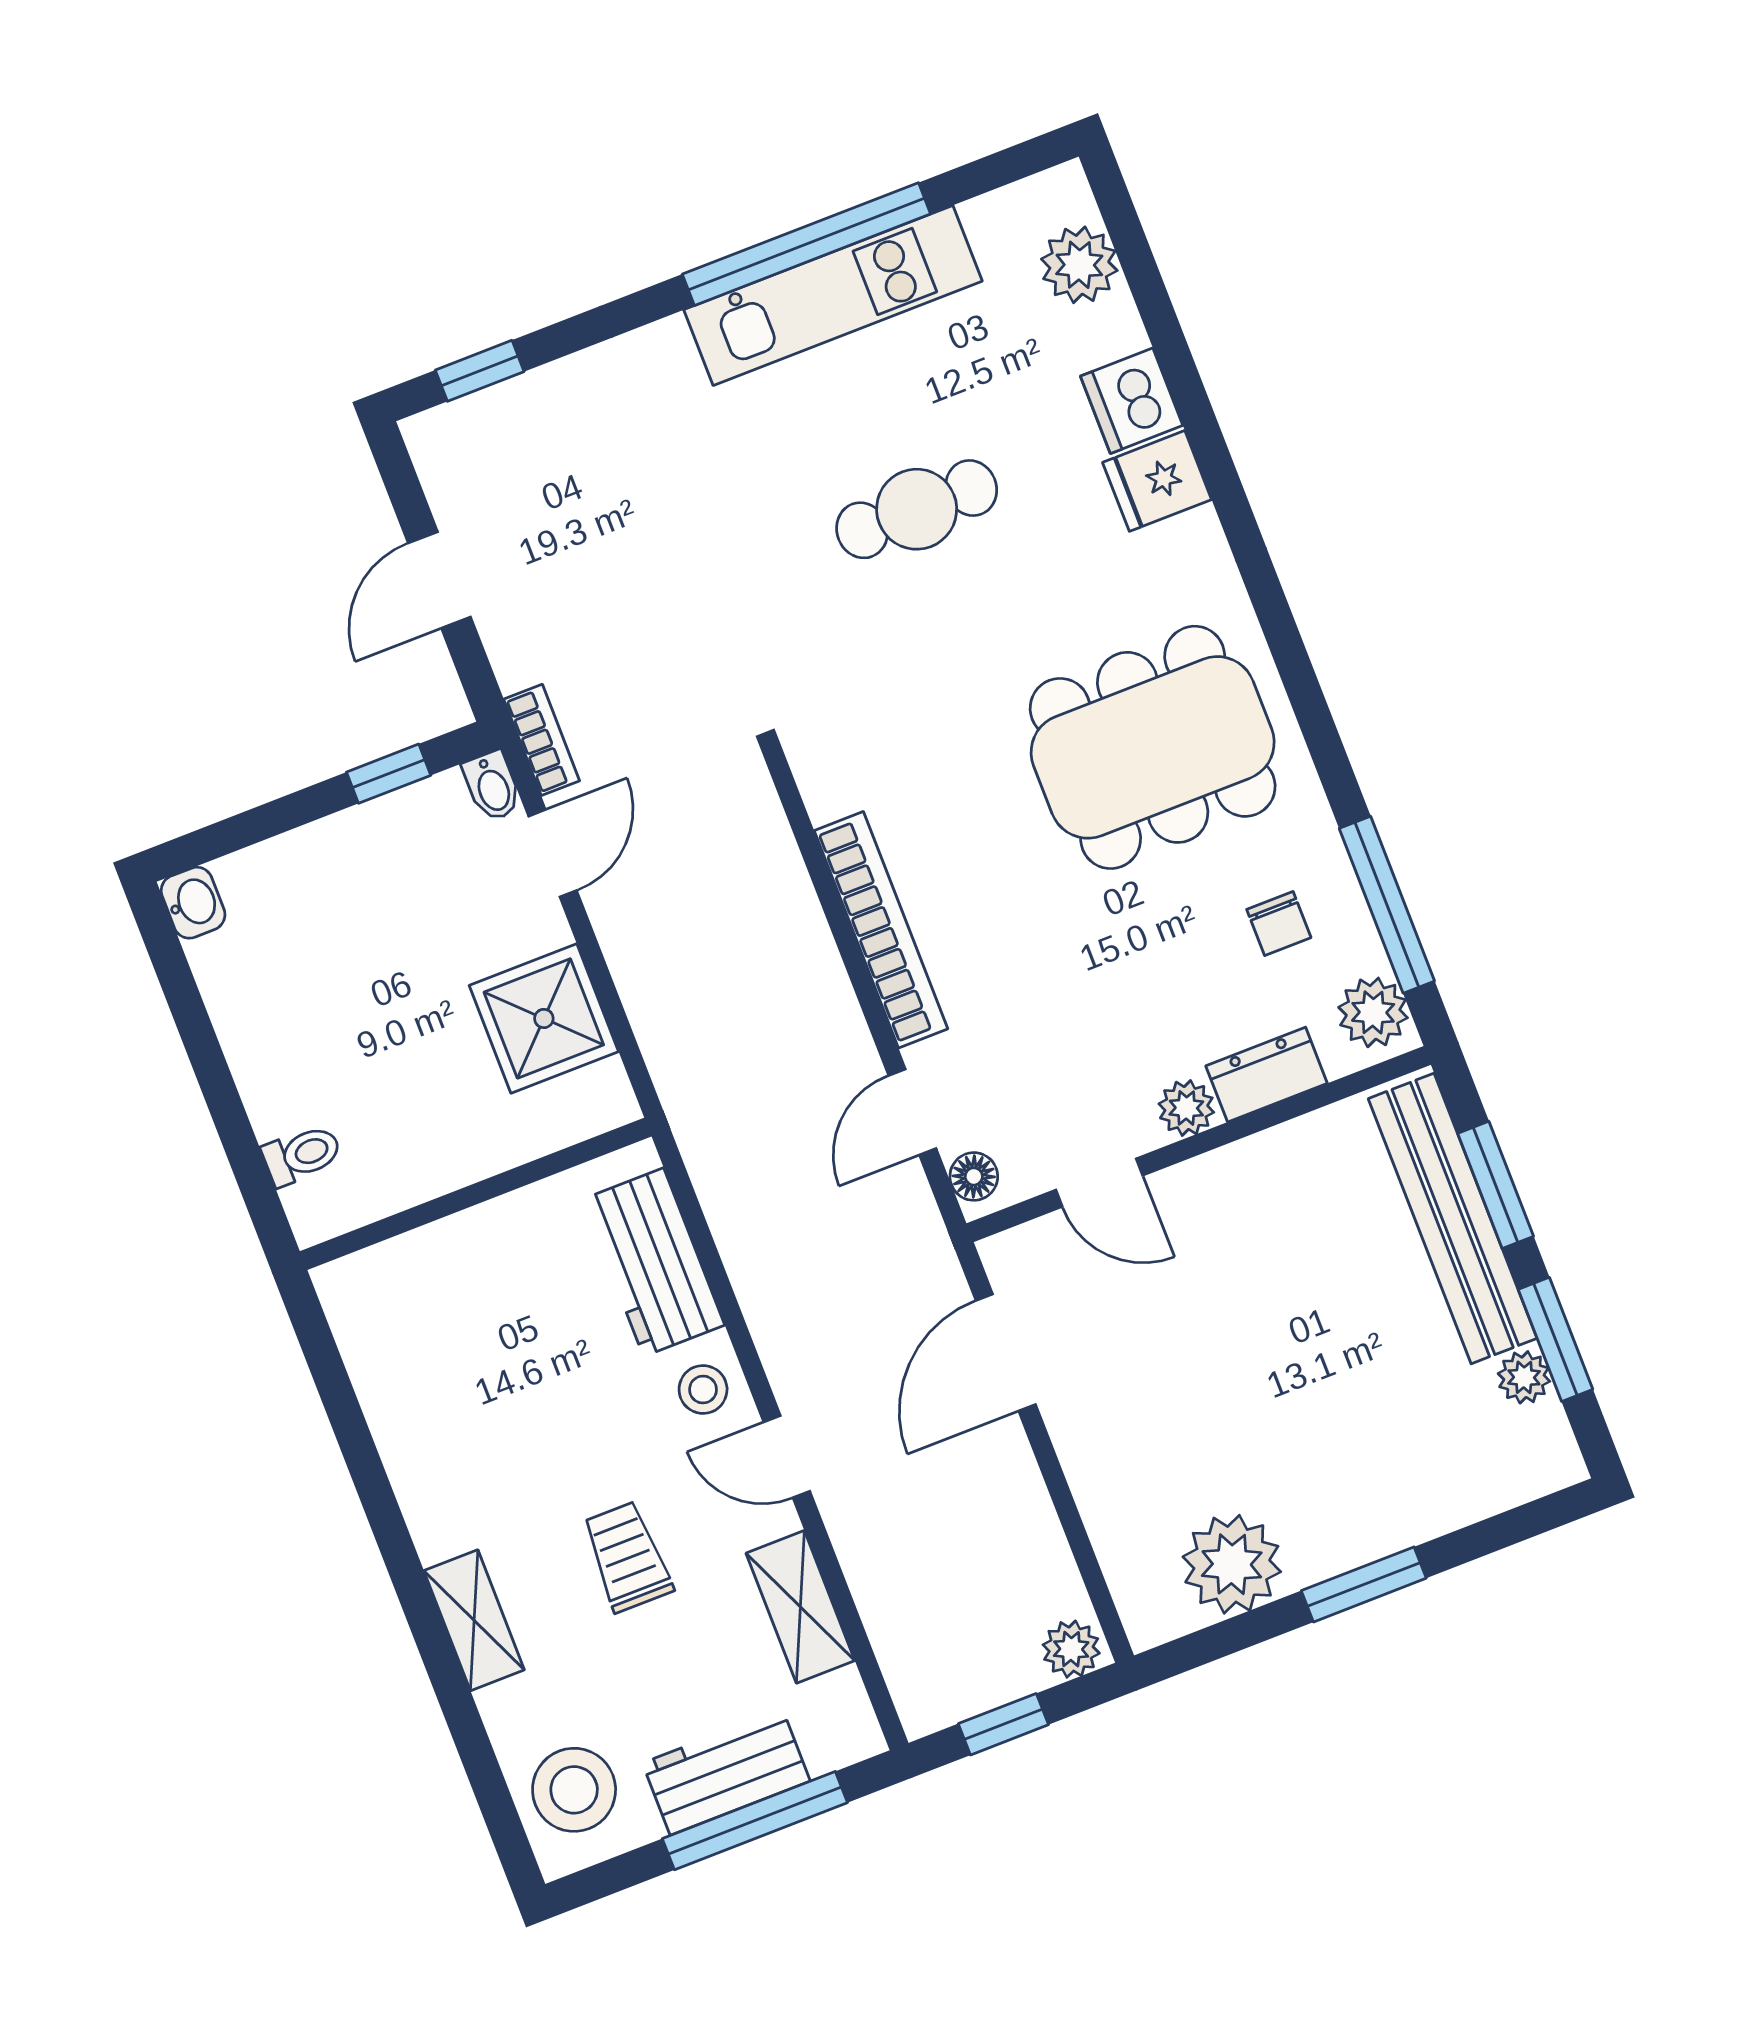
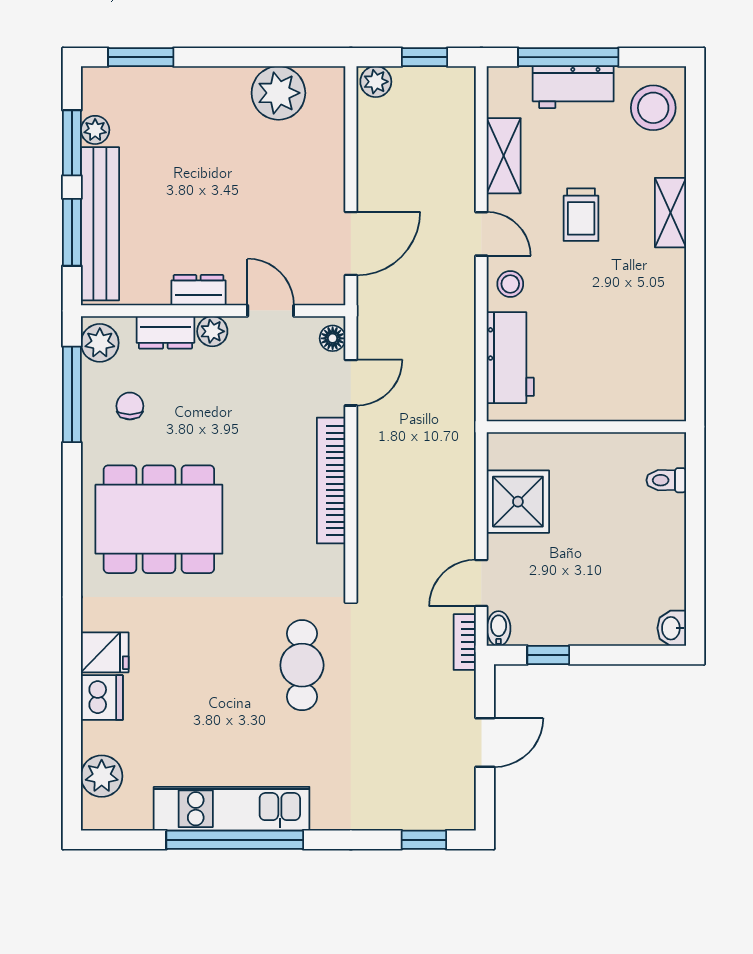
cafe table: (917, 509) -> (302, 665), moved, turned 90
dresser: (1238, 1170) -> (198, 290), added
window: (1364, 1584) -> (141, 57), moved

